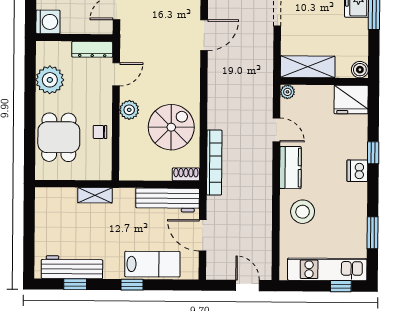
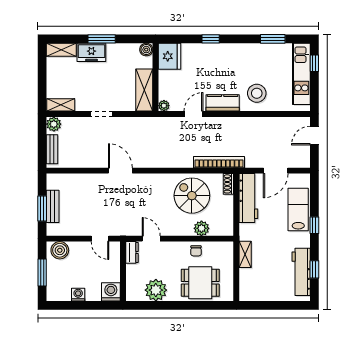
dresser: (92, 49) -> (132, 252), width x0.70
plant: (129, 110) -> (201, 228), moved
dishwasher: (357, 171) -> (225, 51), removed

